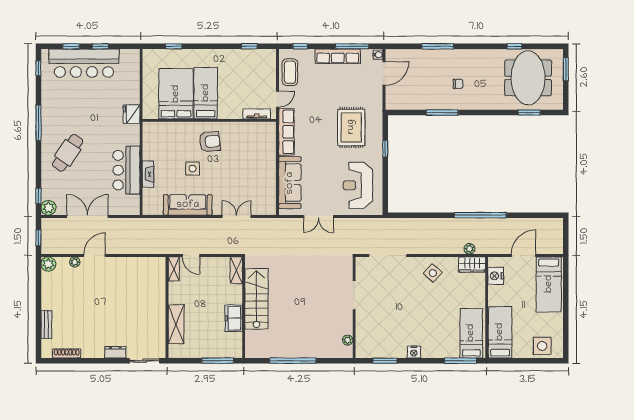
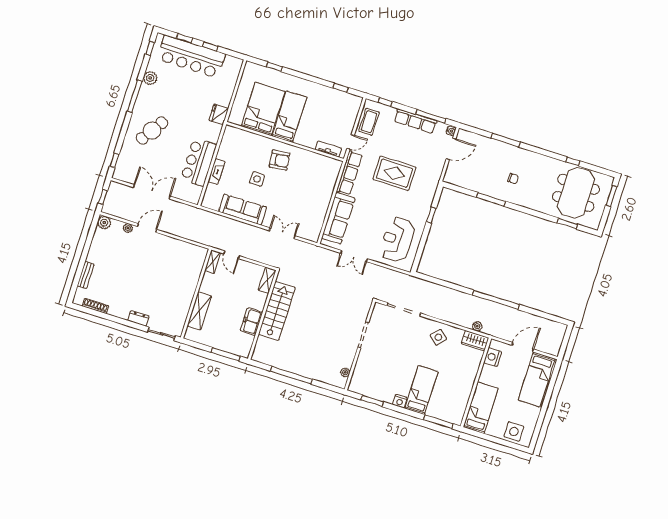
rug: (351, 127) -> (394, 173), moved, turned 90
plant: (48, 208) -> (150, 78), moved
bed: (471, 333) -> (421, 390), moved

